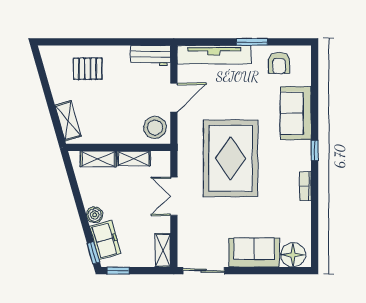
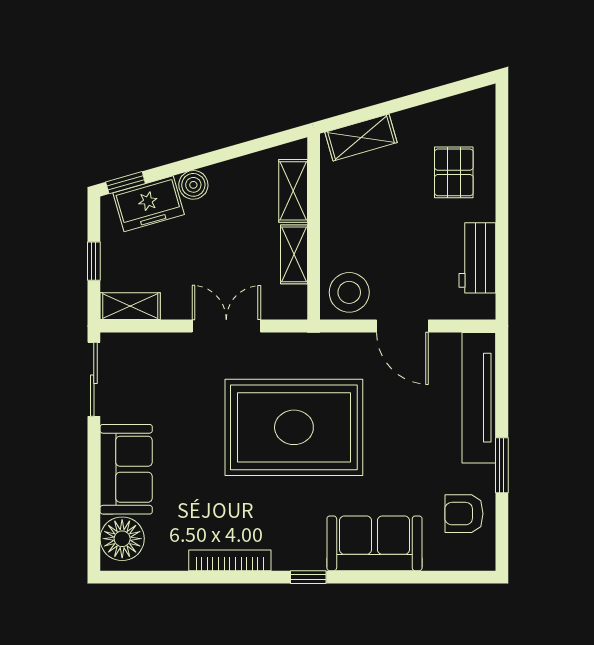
workbench: (151, 56) -> (477, 258), moved
bookcase: (305, 186) -> (230, 560), width x1.56
window: (118, 271) -> (94, 261), moved

